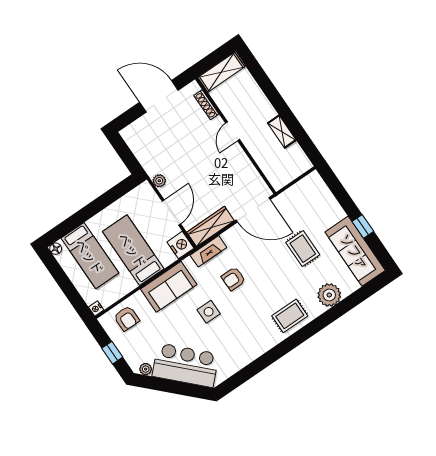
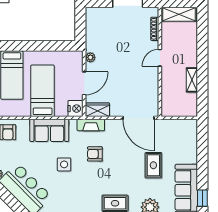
wardrobe: (210, 226) -> (97, 110), width x0.67
window: (363, 226) -> (202, 198), moved

